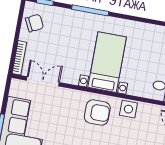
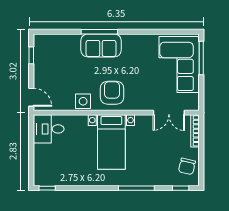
chair: (34, 23) -> (187, 166), turned -50
armchair: (97, 112) -> (112, 93), turned 90

